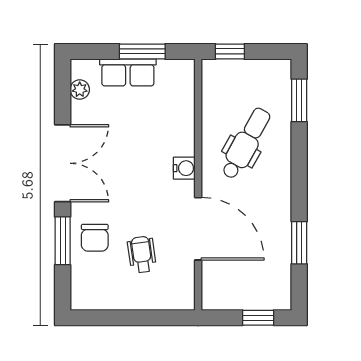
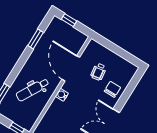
window: (63, 241) -> (125, 96), removed

